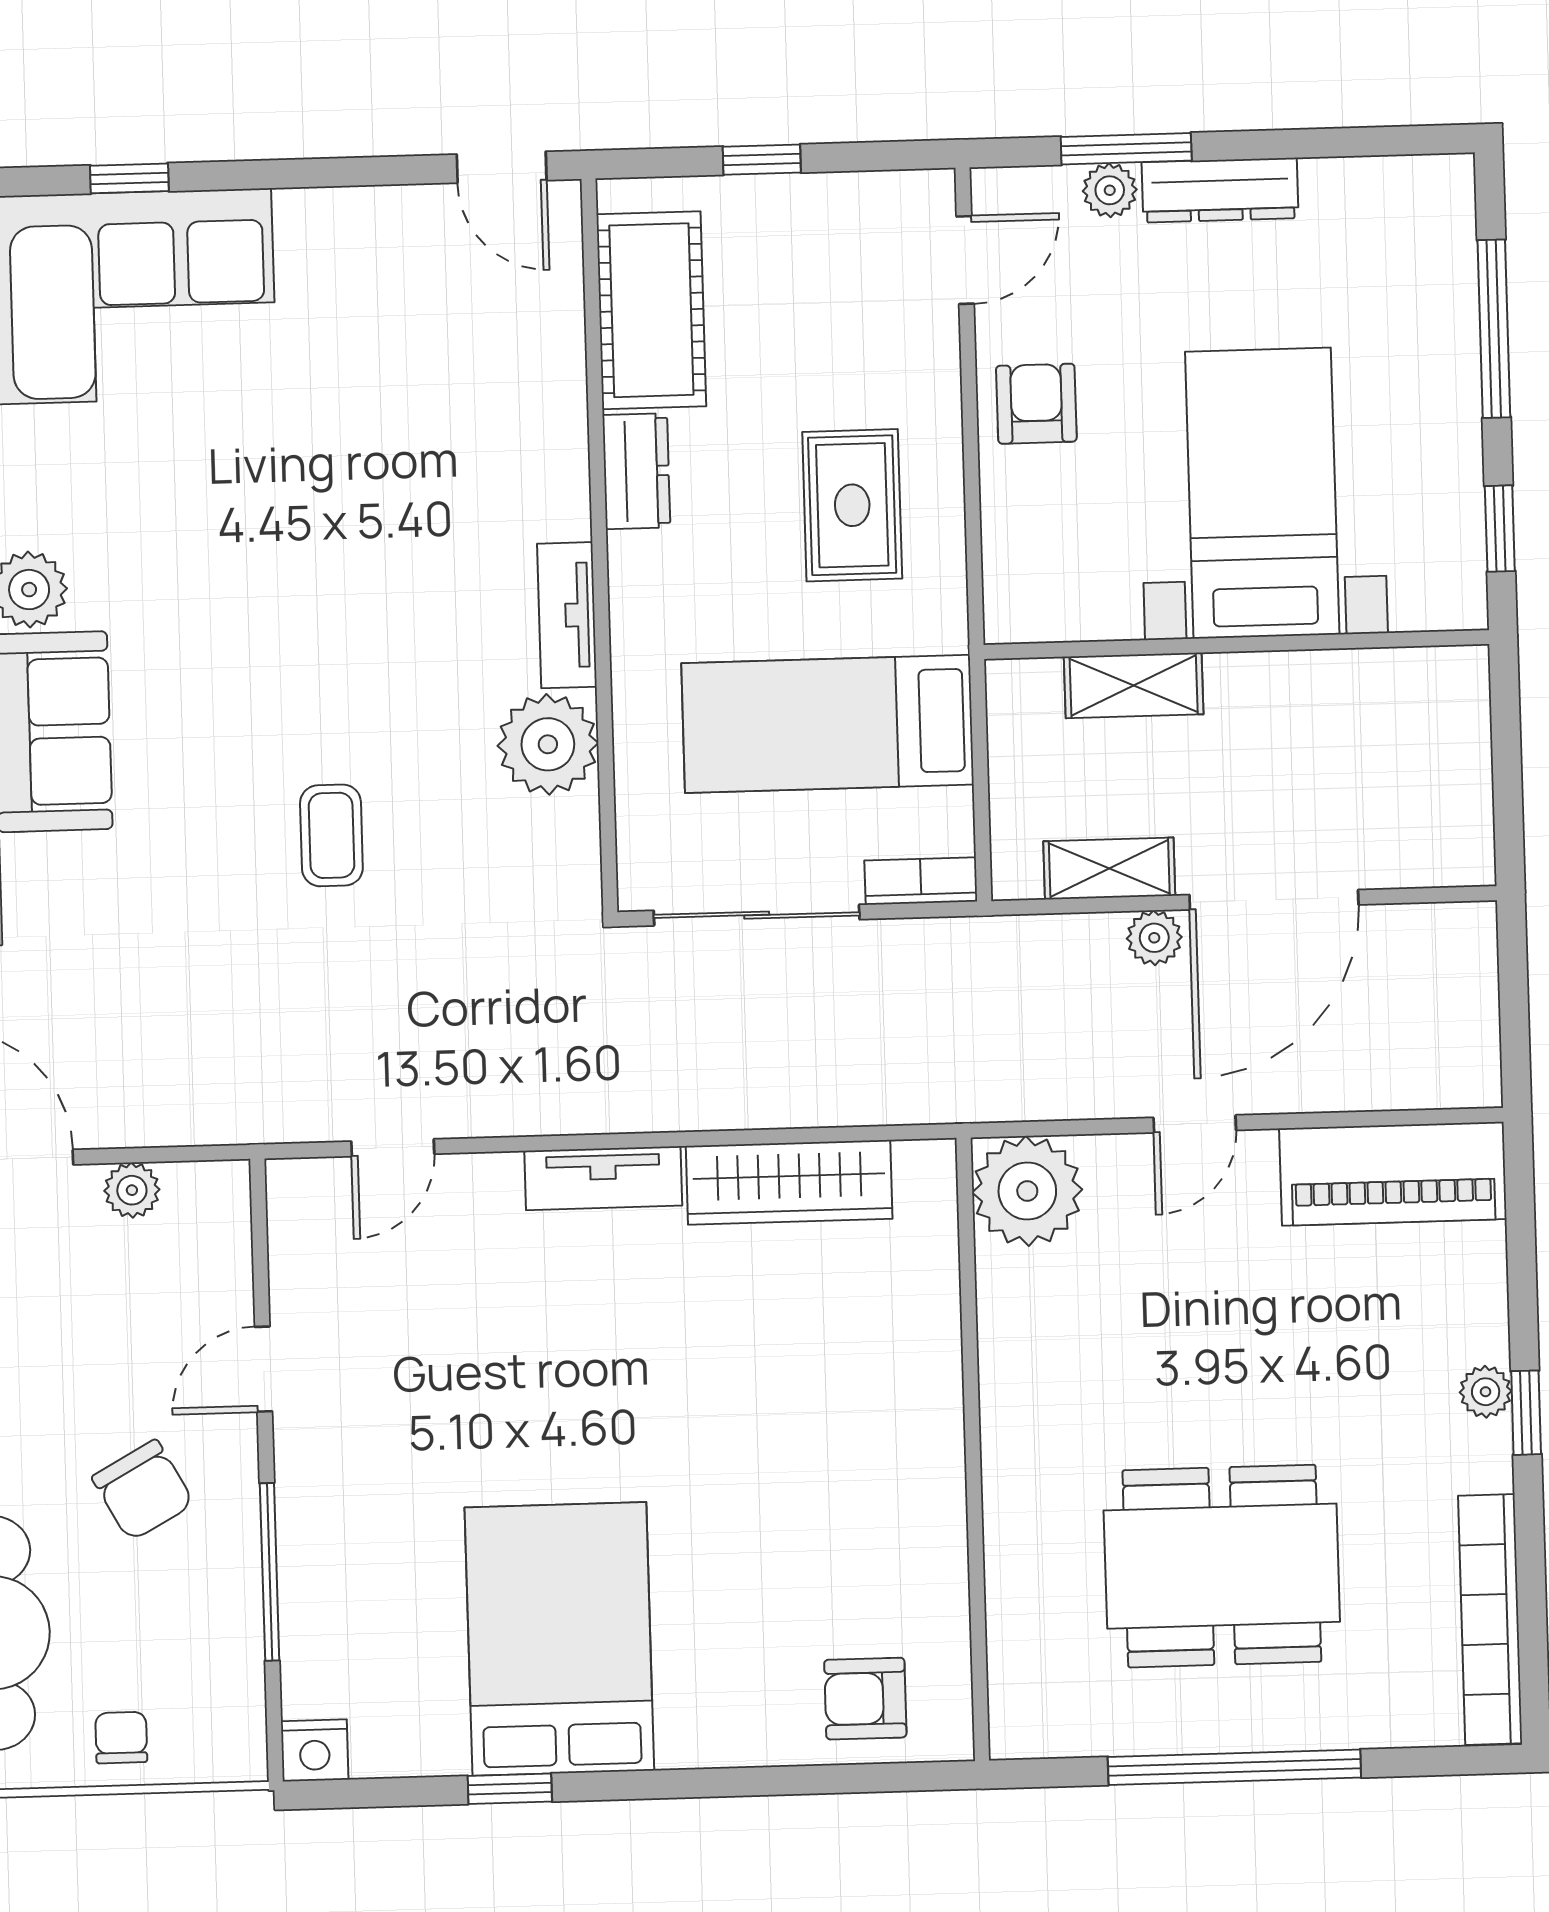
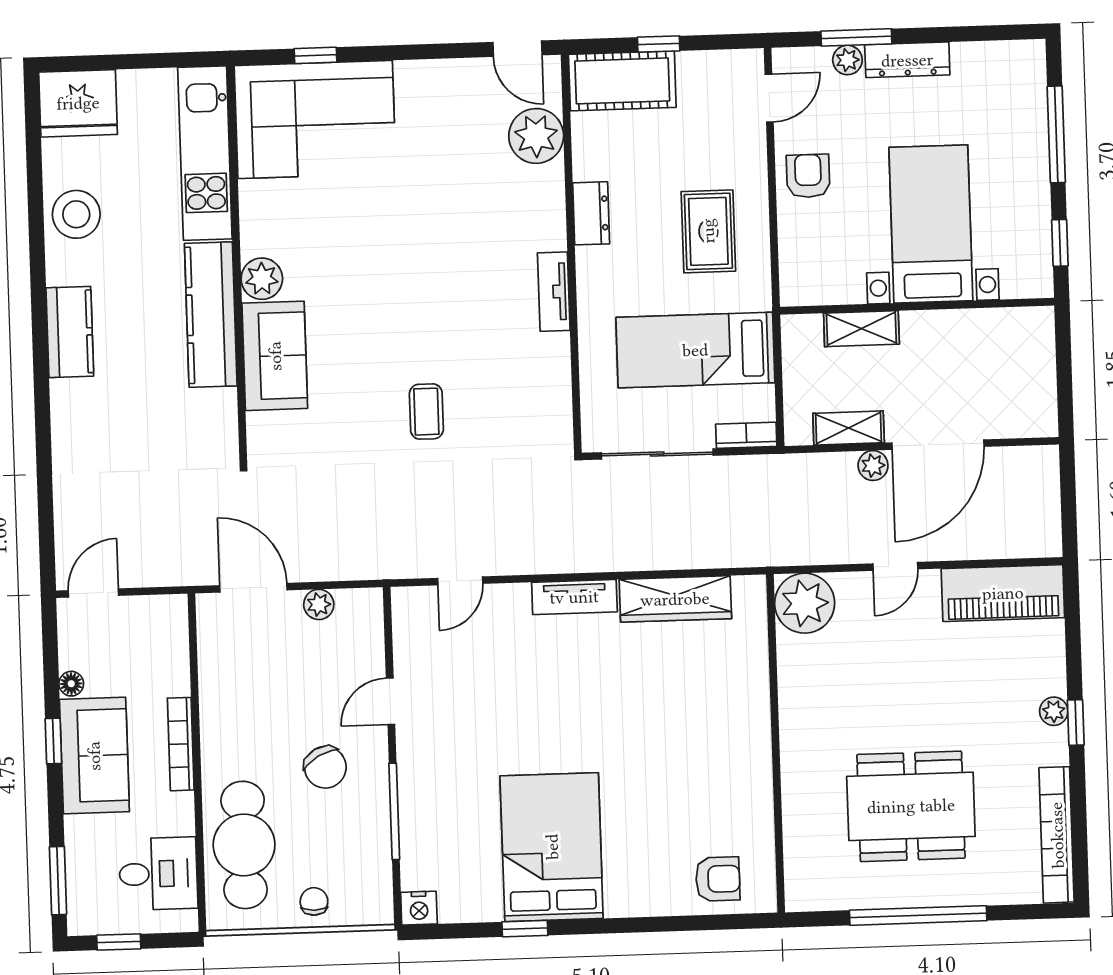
cot: (651, 310) -> (622, 81), moved, turned 90
plant: (548, 744) -> (536, 136), moved
armchair: (865, 1699) -> (718, 879), turned 180

